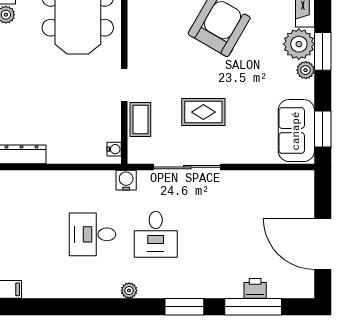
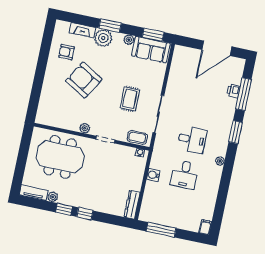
plant: (136, 45) -> (85, 128), added
plant: (306, 70) -> (129, 40), moved
coffee table: (140, 120) -> (137, 137), moved
water cooler: (126, 180) -> (153, 175), moved

